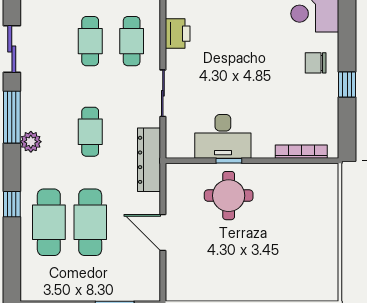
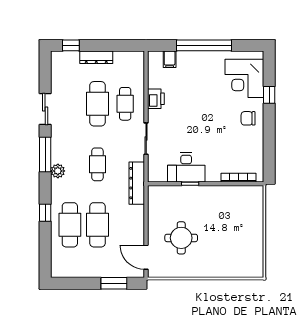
cafe table: (90, 41) -> (97, 104), width x1.37, depth x1.35
window: (347, 85) -> (269, 95), moved
round table: (229, 196) -> (181, 238), moved
door: (163, 233) -> (146, 257), moved

